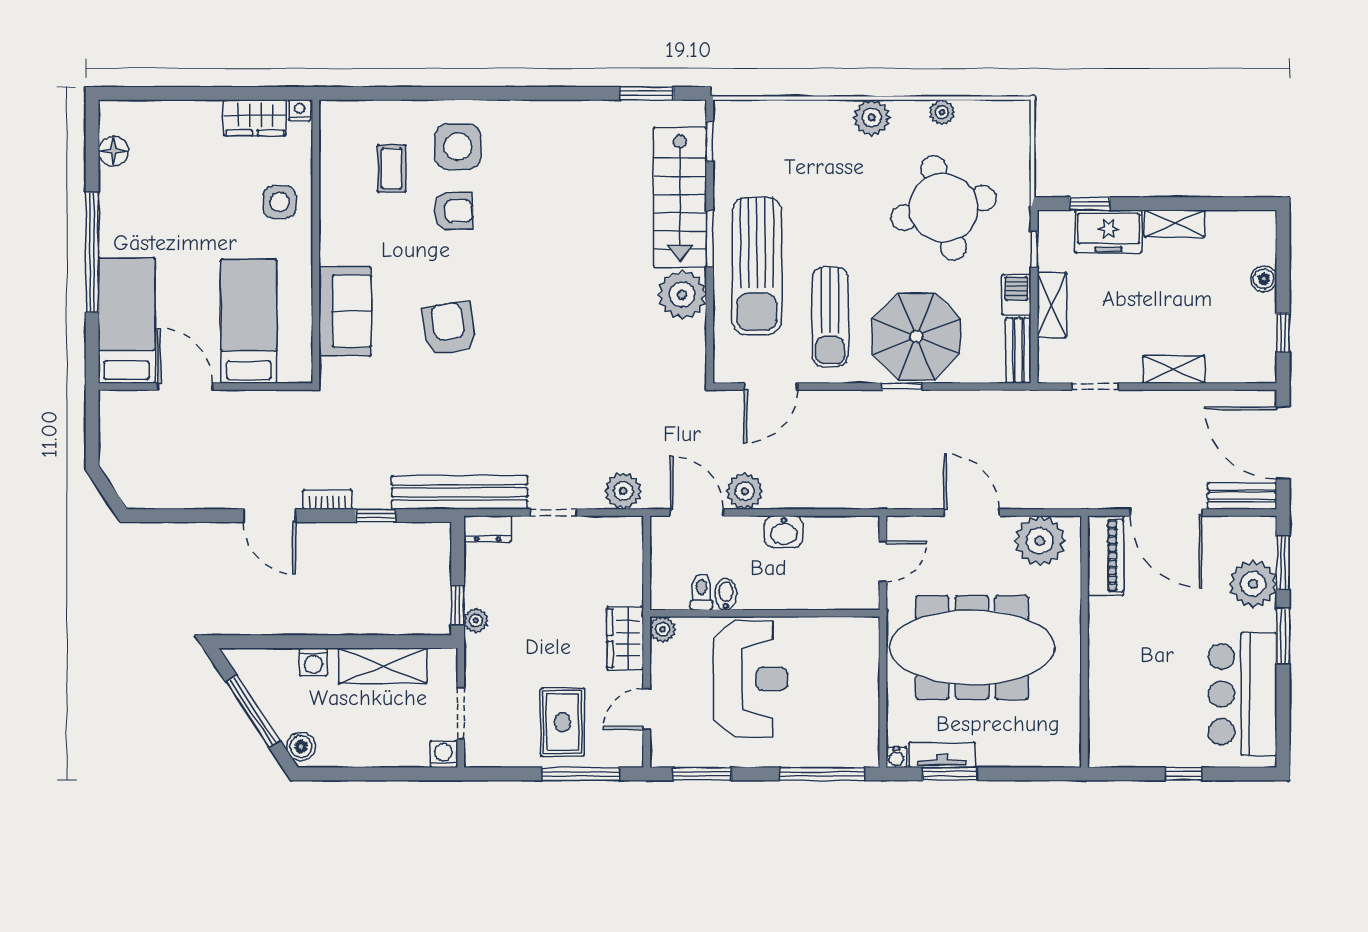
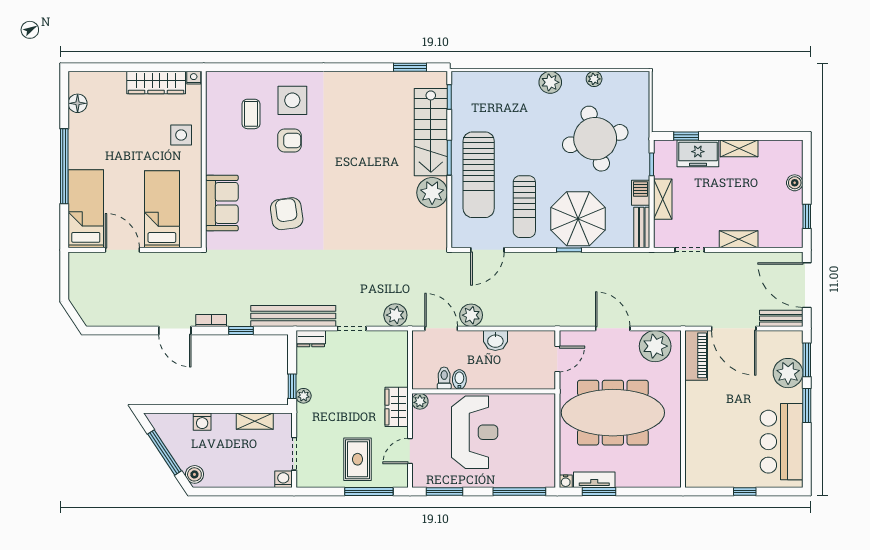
wardrobe: (255, 118) -> (156, 82), width x1.50
shelving: (383, 666) -> (255, 421), width x0.67, depth x0.75

